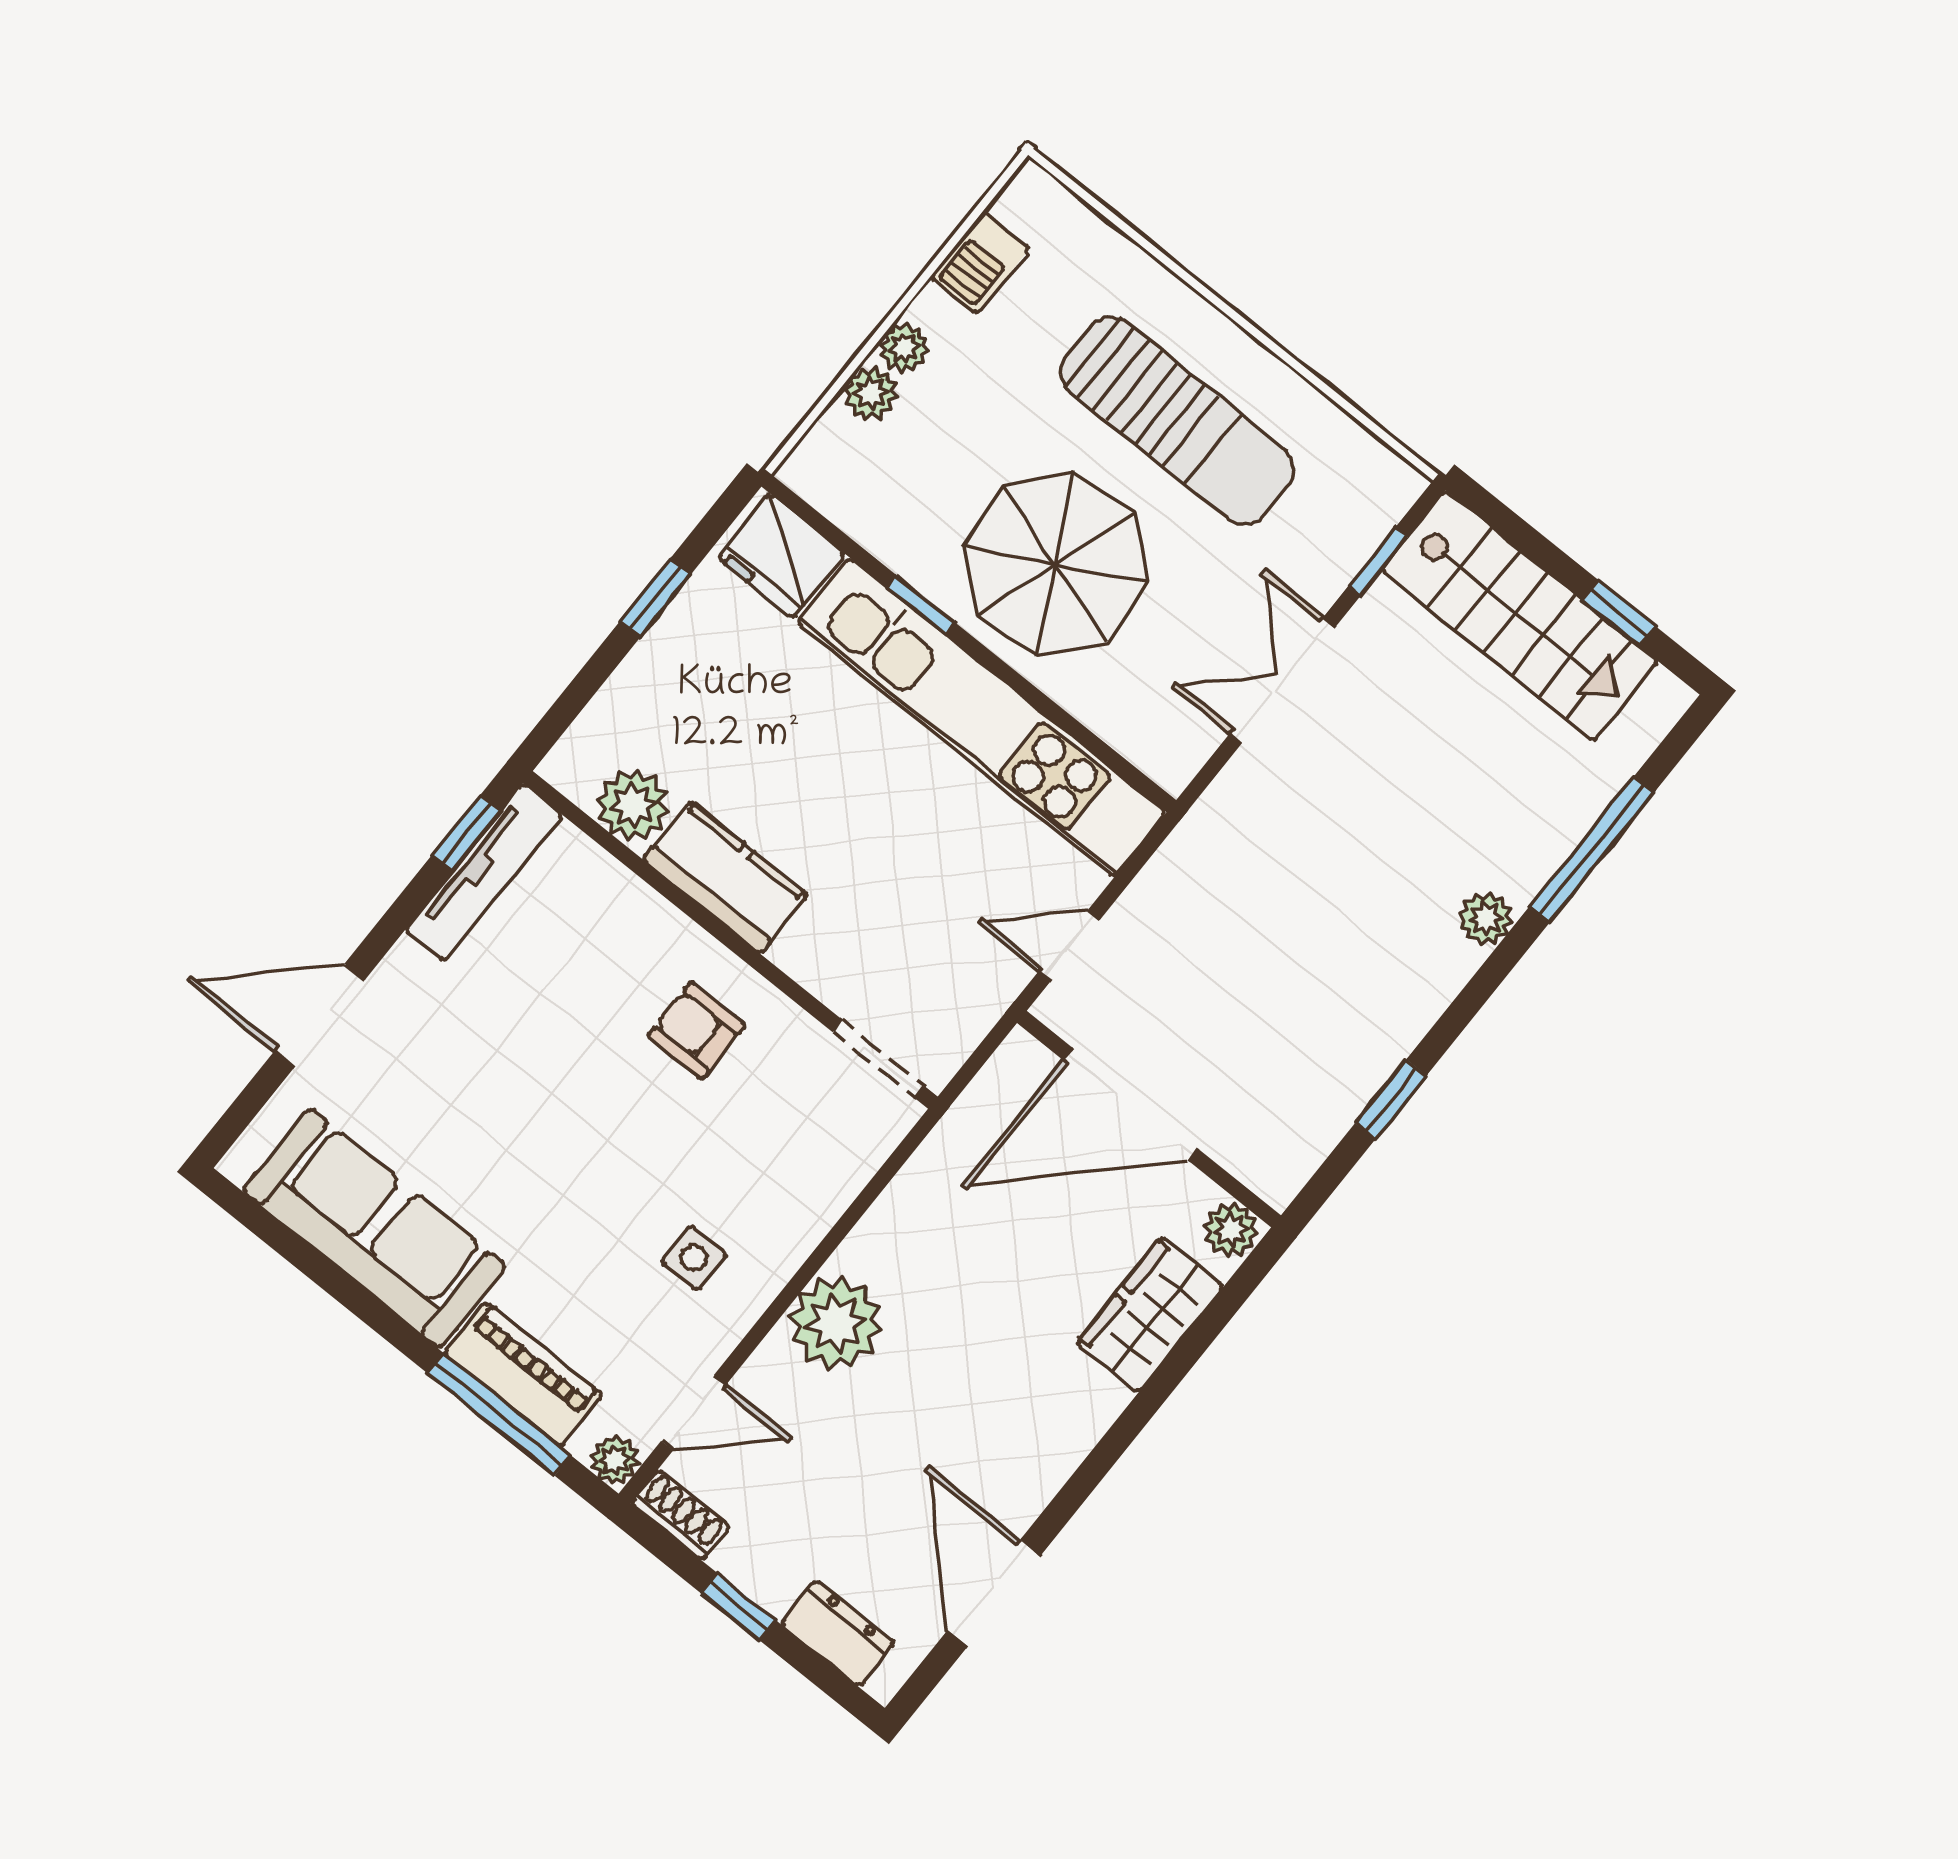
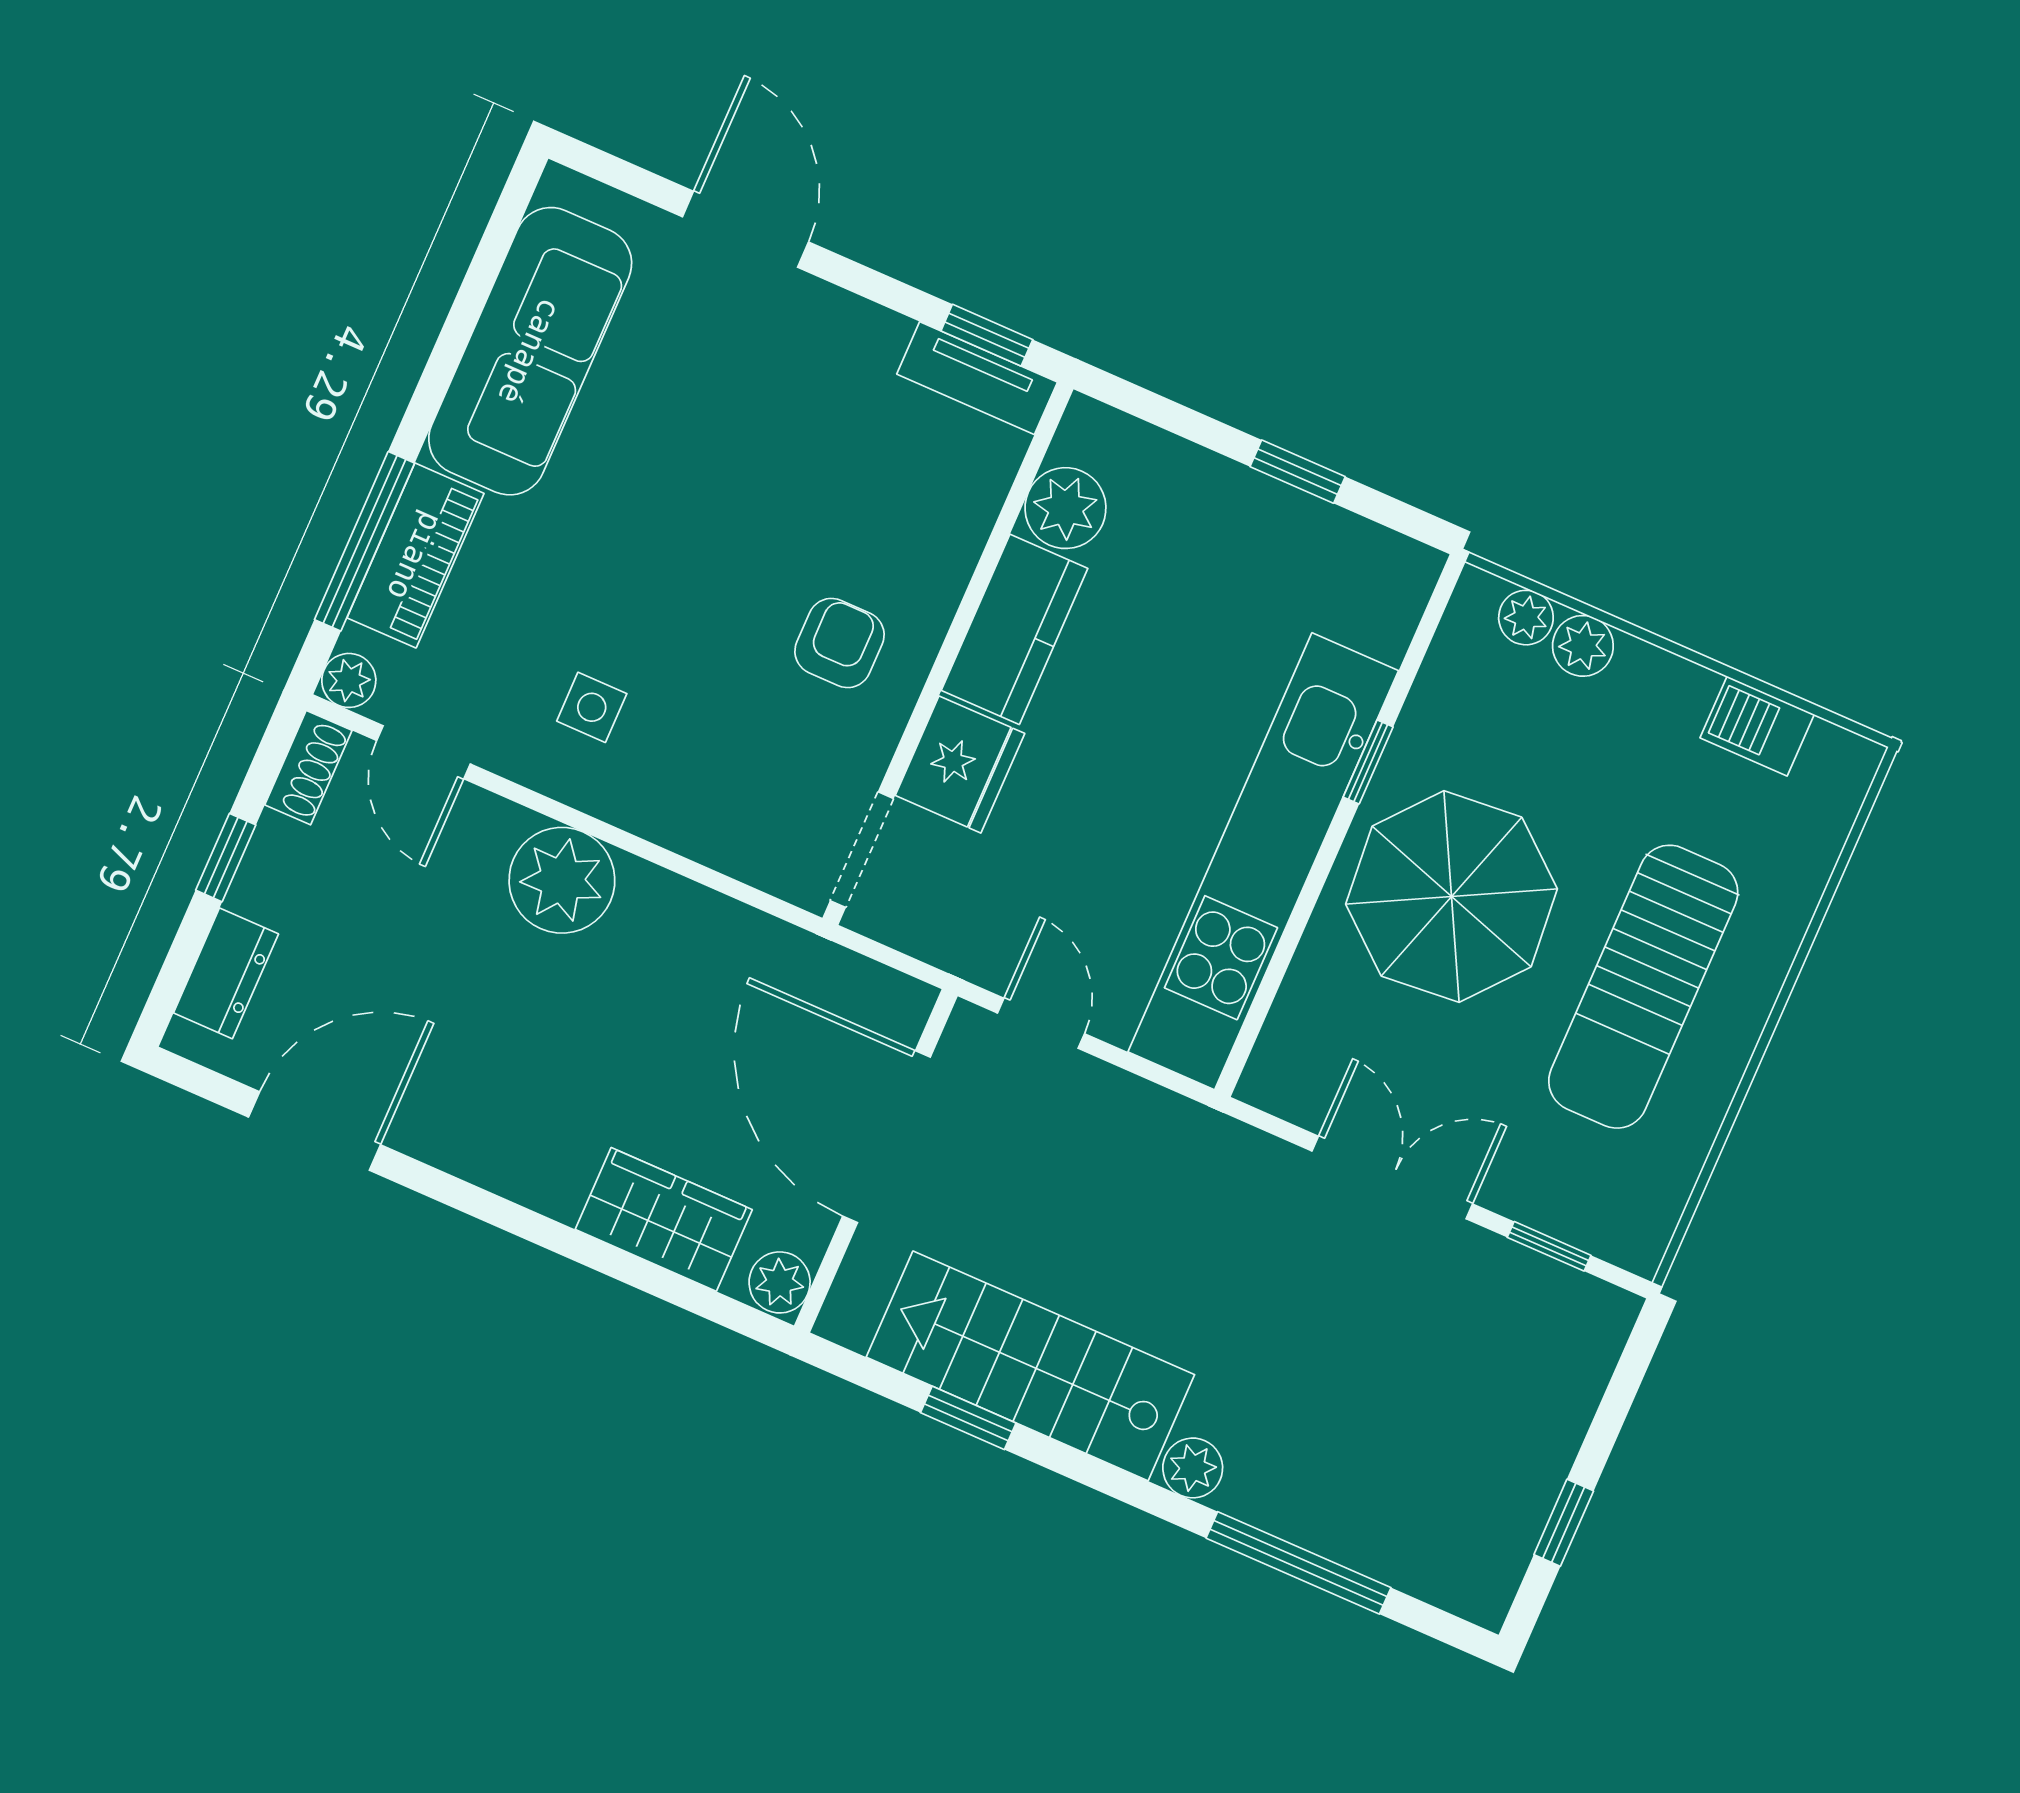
plant: (904, 348) -> (1526, 618), moved
fridge: (782, 556) -> (960, 764), moved, turned 180
stairs: (1520, 616) -> (1030, 1366), moved, turned 90
tv unit: (484, 872) -> (977, 378), width x0.71

